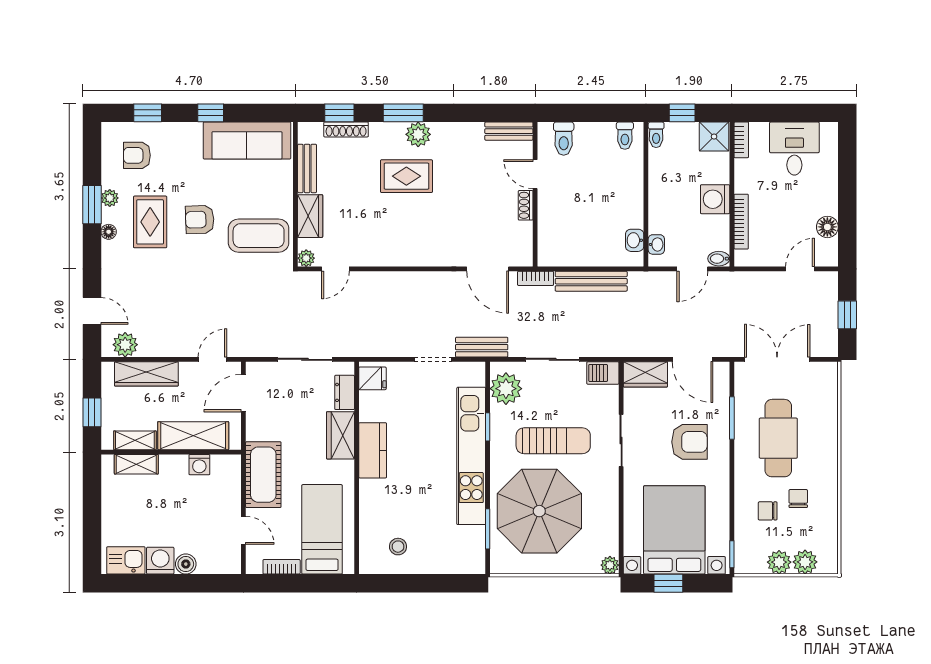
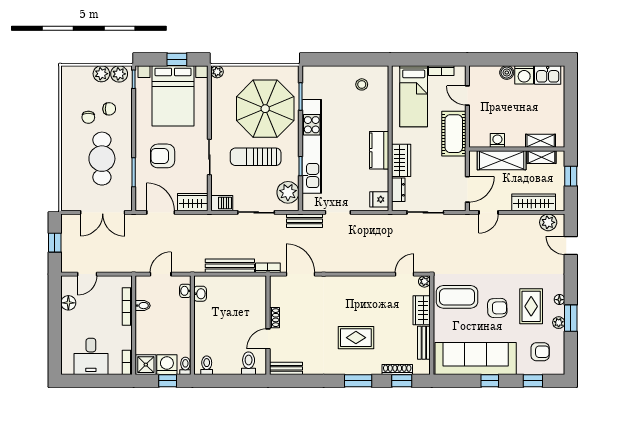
plant: (418, 134) -> (348, 366), removed
sofa: (247, 141) -> (476, 358), width x1.36, depth x1.27
door: (535, 174) -> (268, 339), swing flipped
washing machine: (715, 199) -> (167, 365), moved, turned -90
bidet: (719, 259) -> (143, 306), moved
plant: (805, 562) -> (119, 74), moved

